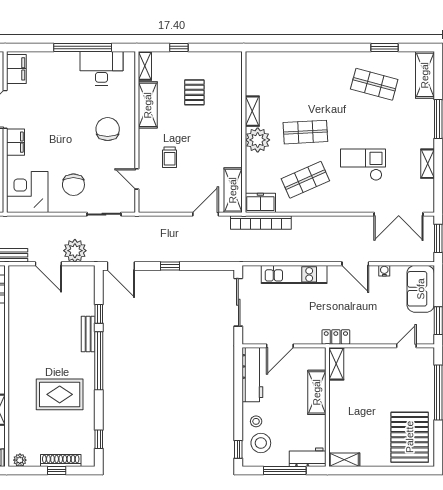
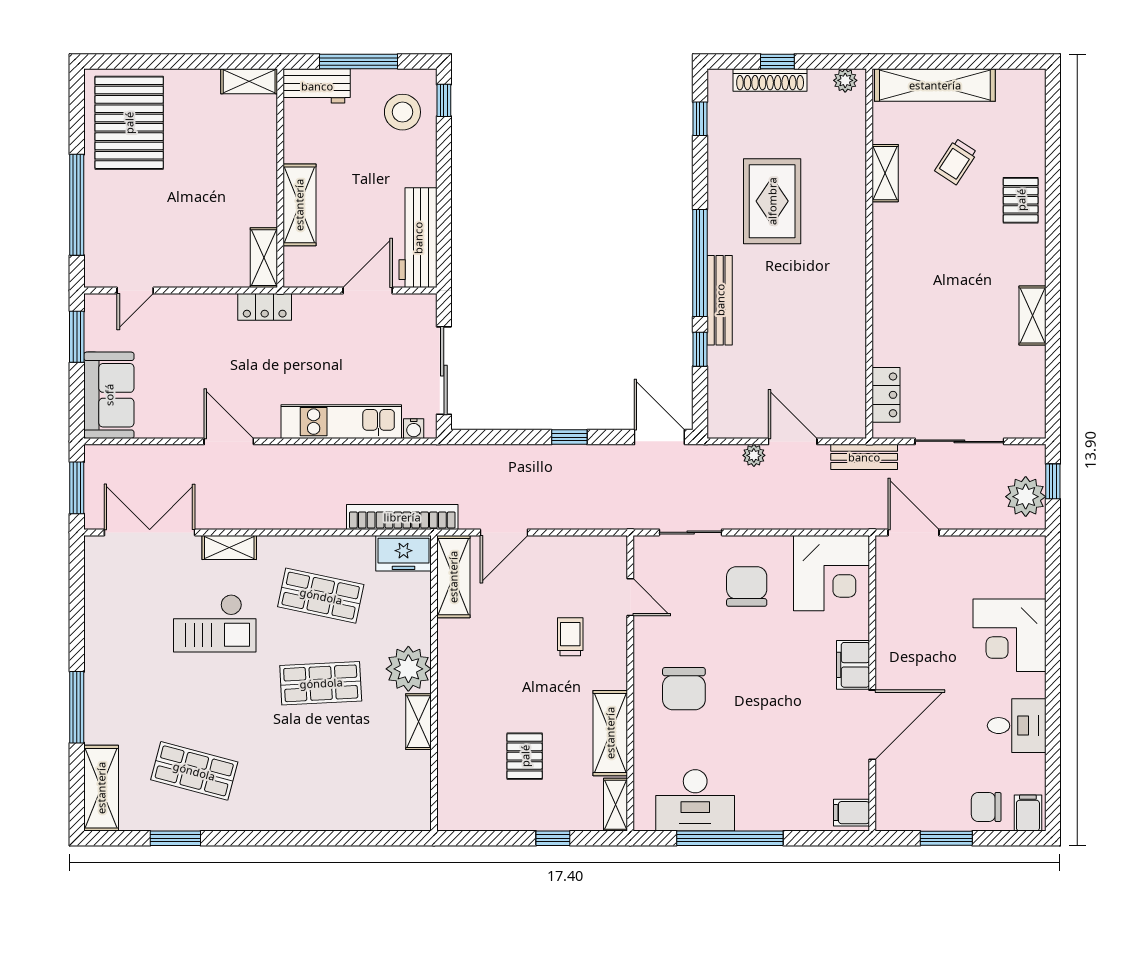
filing cabinet: (16, 69) -> (851, 813), width x0.50
shelving: (428, 164) -> (229, 547), moved, turned 90
shop shelf: (305, 180) -> (321, 596), turned 36
plant: (75, 251) -> (754, 455), width x0.53, depth x0.53
water cooler: (384, 271) -> (414, 429), moved
bench: (88, 334) -> (720, 300), width x1.36
rug: (60, 394) -> (772, 201), turned 90
stool: (256, 421) -> (411, 152), removed

